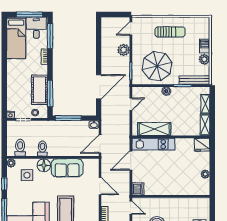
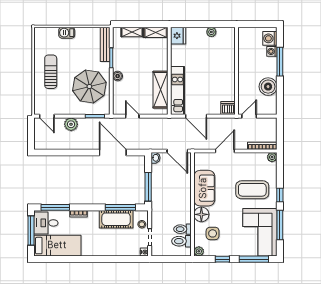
plant: (204, 59) -> (82, 33), removed
toilet: (42, 149) -> (183, 229), moved

